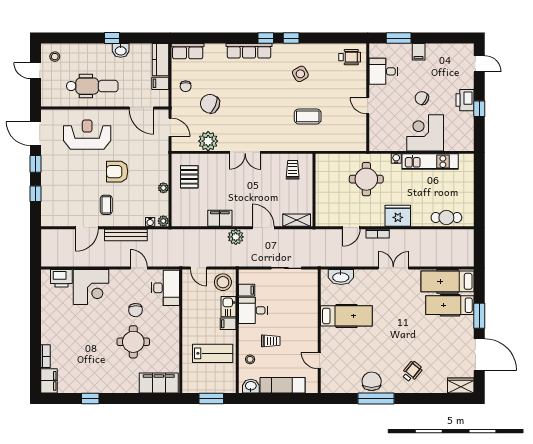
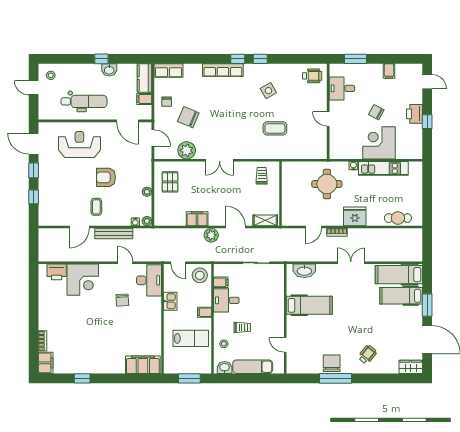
filing cabinet: (419, 52) -> (389, 71), moved
kitchen sink: (229, 307) -> (170, 301), moved, turned 180
round table: (133, 342) -> (120, 328), removed

